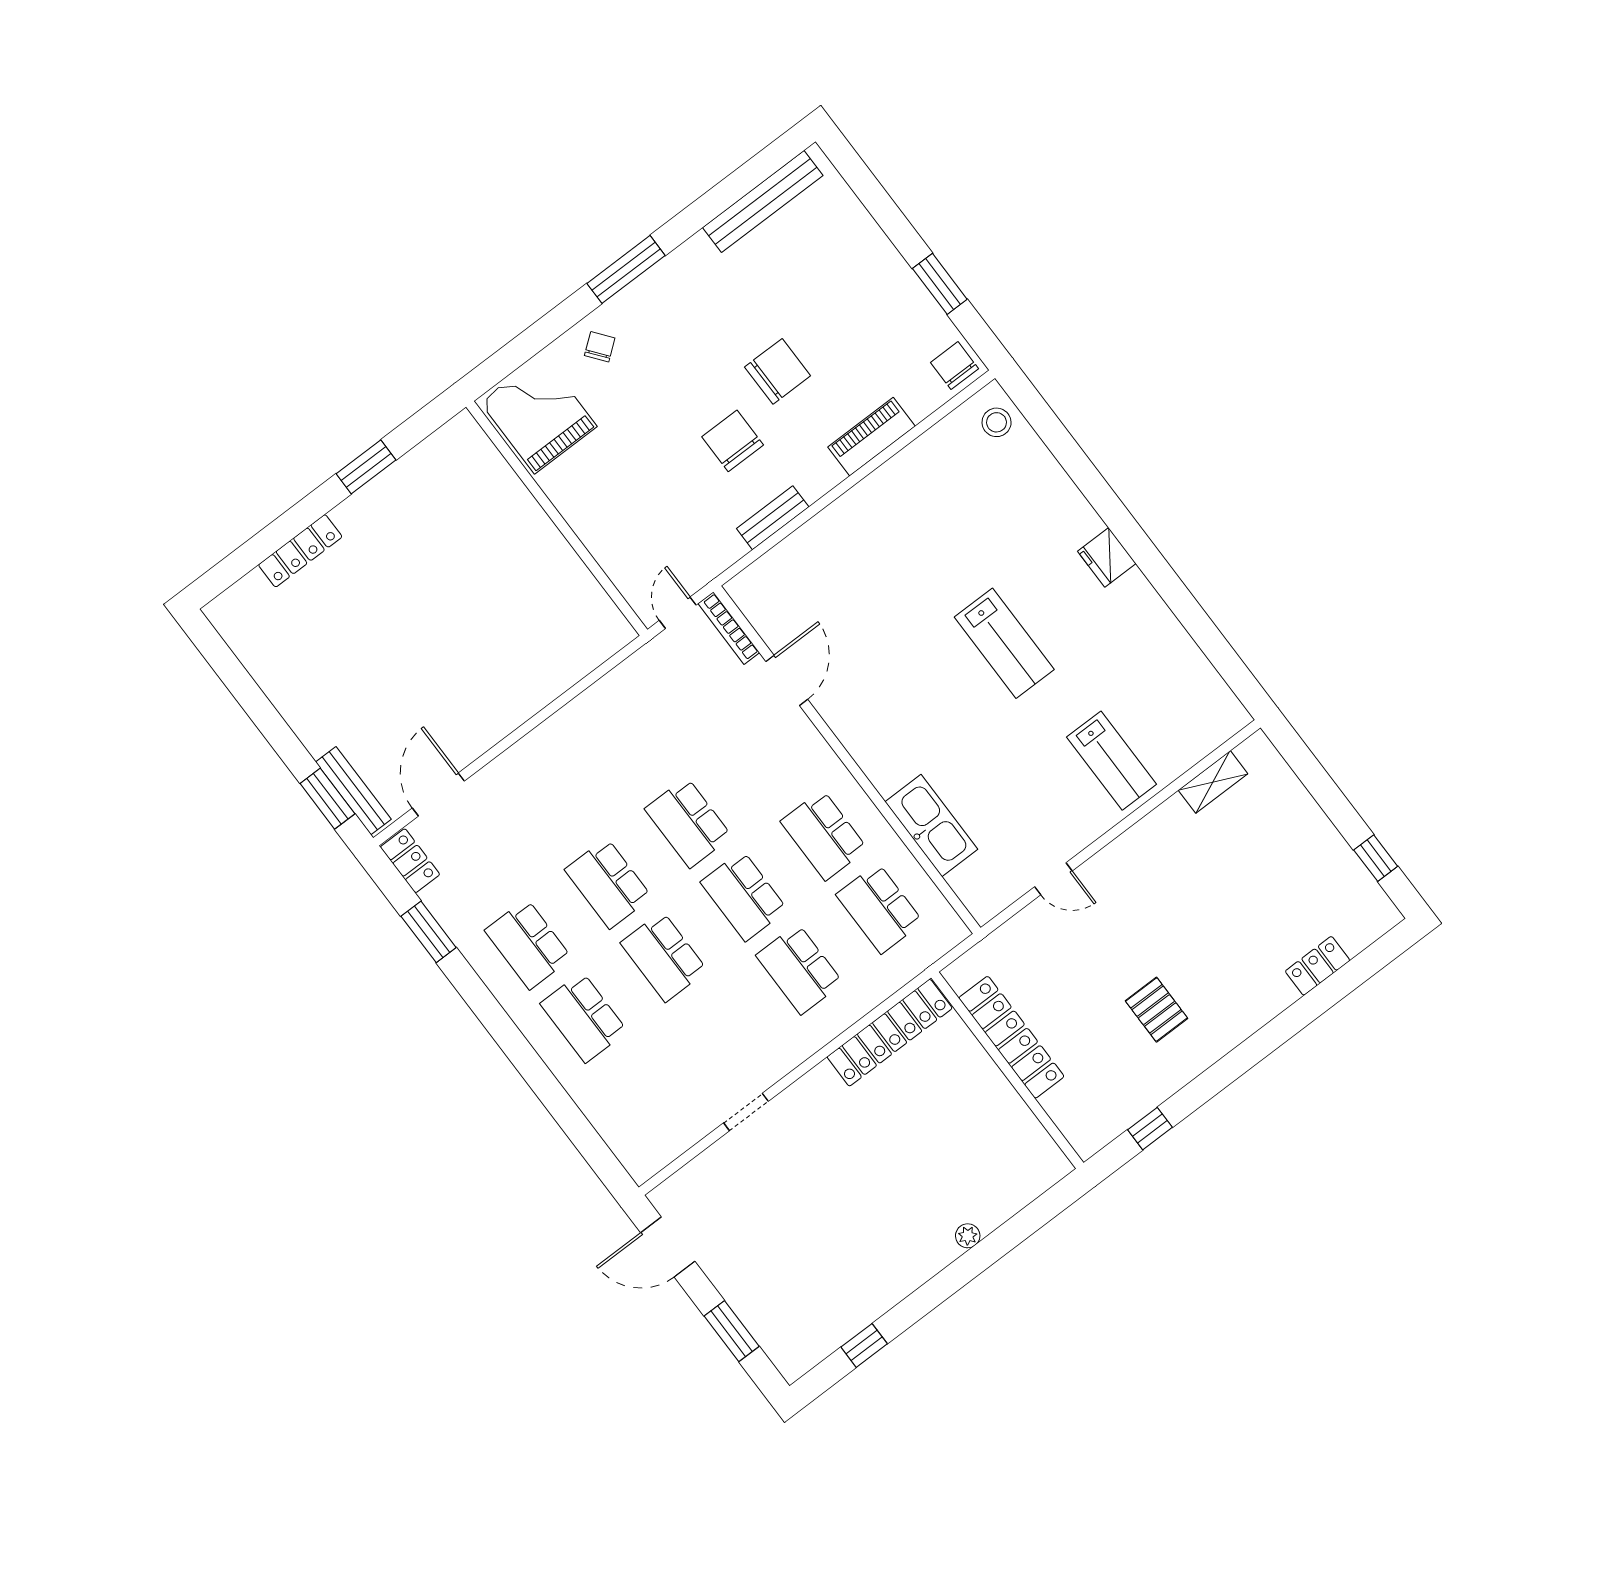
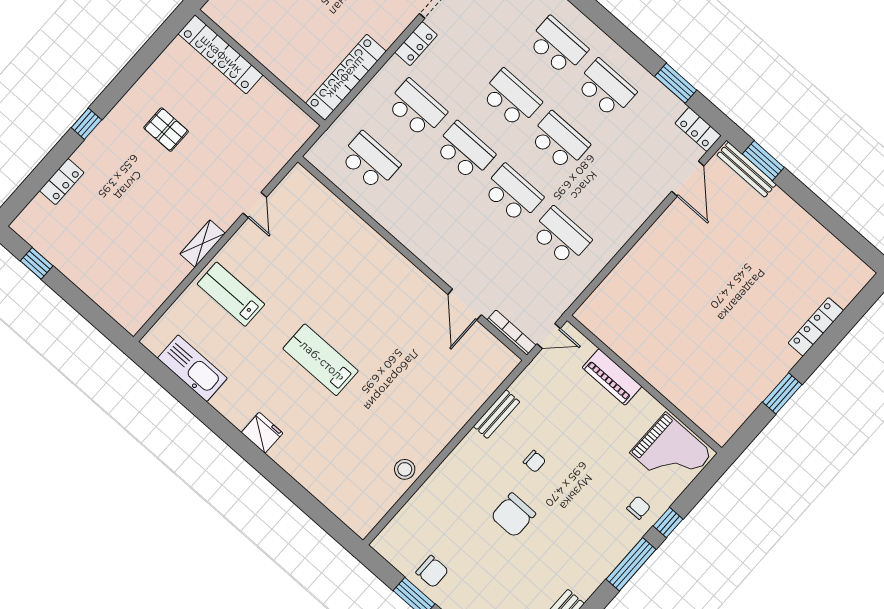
window: (563, 318) -> (668, 523), added
chair: (600, 347) -> (639, 508), turned -142
chair: (954, 366) -> (432, 572), moved
stool: (997, 422) -> (405, 469), moved
piano: (872, 437) -> (612, 377), moved, turned 90
chair: (733, 441) -> (534, 461), width x0.54, depth x0.54
door: (678, 613) -> (549, 336), hinge flipped
shelving: (1213, 782) -> (203, 244), moved
kitchen sink: (931, 826) -> (192, 368), moved, turned 180
school desk: (824, 835) -> (561, 236), moved
door: (1053, 879) -> (255, 205), swing flipped
locker: (1011, 1037) -> (221, 54), moved
locker: (782, 1060) -> (416, 44), added
window: (1150, 1129) -> (86, 124), moved

